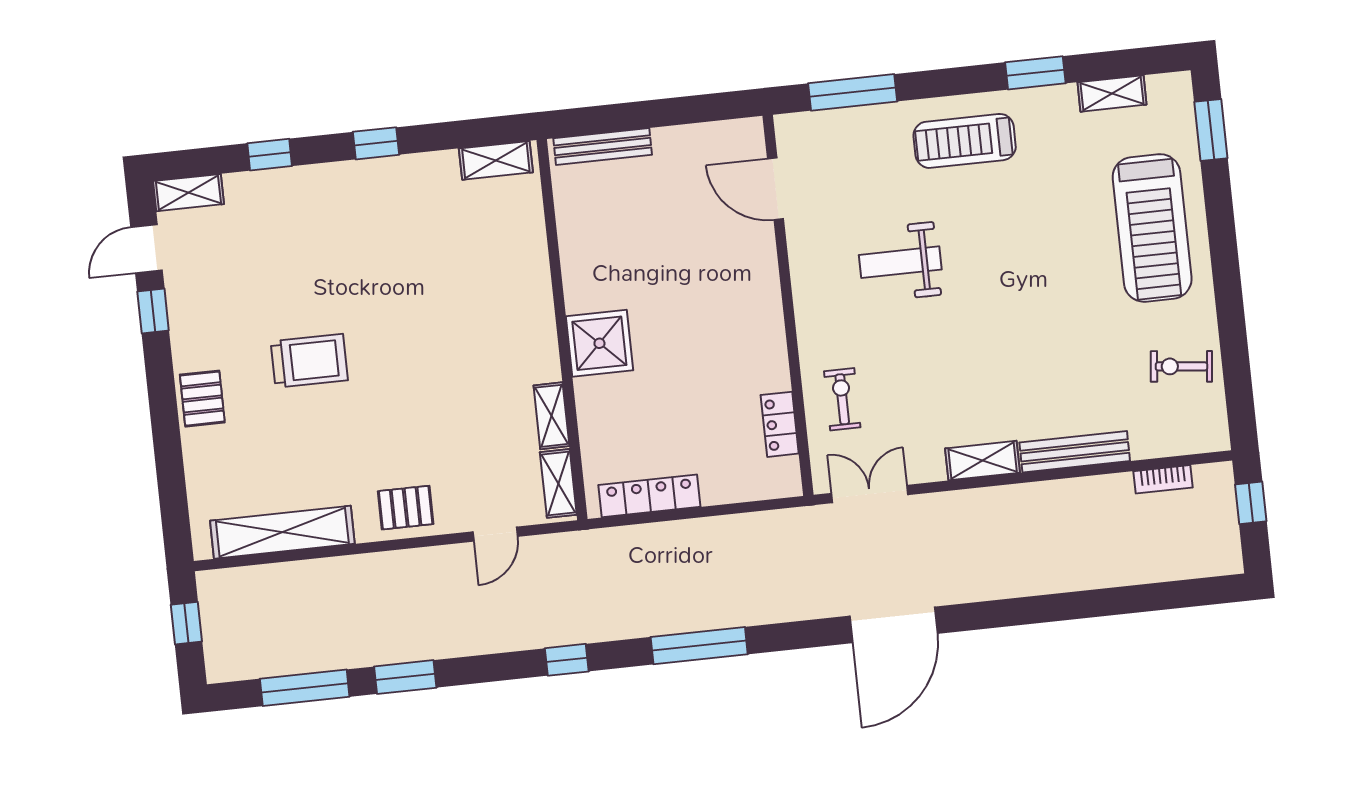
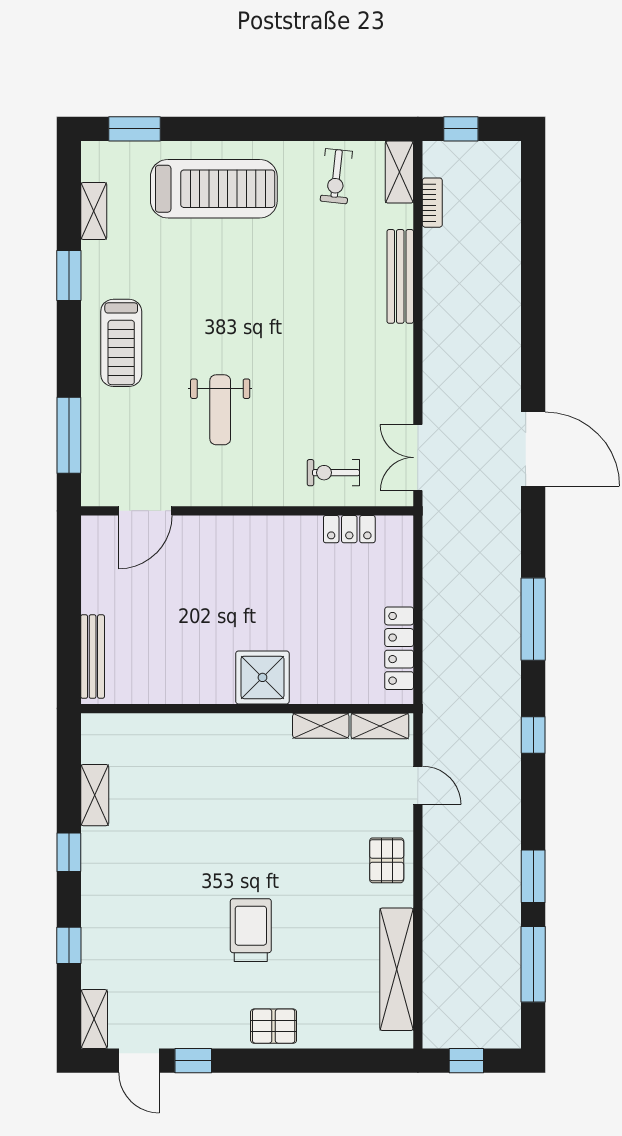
shelving: (496, 160) -> (95, 795), moved
shelving: (983, 461) -> (399, 172), moved

